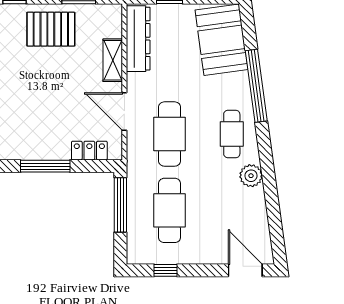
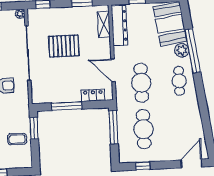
pallet: (51, 29) -> (64, 46), moved
shelving: (113, 60) -> (104, 24), moved
plant: (251, 176) -> (182, 50), moved
door: (245, 270) -> (191, 163), hinge flipped

